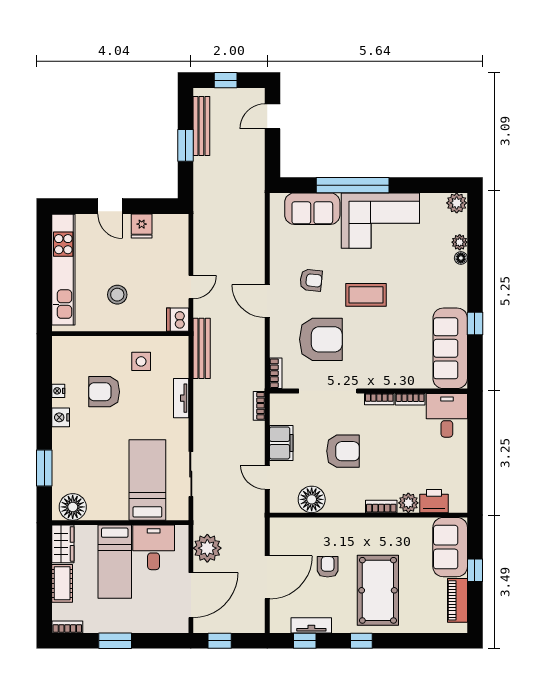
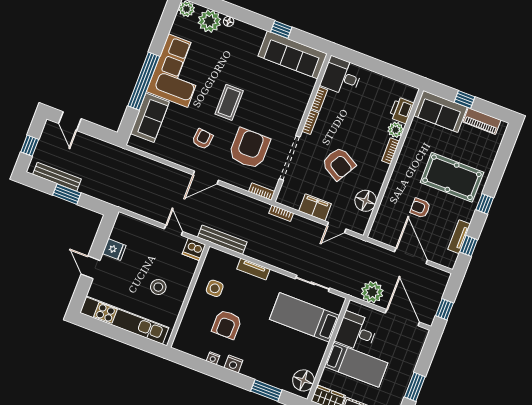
door: (110, 206) -> (91, 267), swing flipped
plant: (460, 242) -> (209, 21), width x1.88, depth x1.88
armchair: (343, 451) -> (339, 164), turned 120

